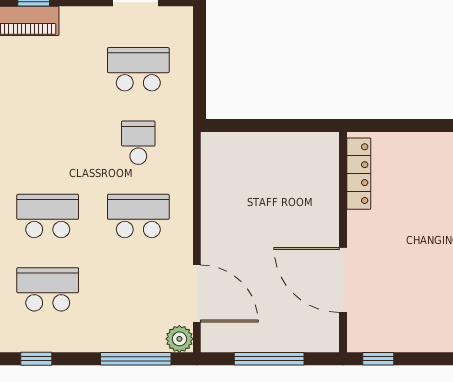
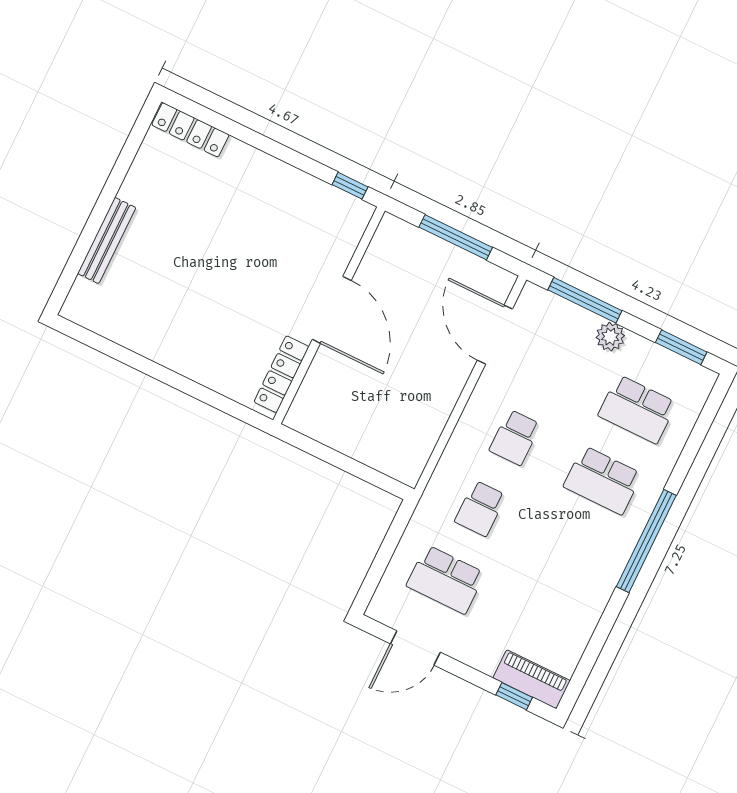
school desk: (138, 216) -> (515, 437), width x0.54
door: (343, 280) -> (332, 310), moved
plant: (179, 339) -> (610, 337), moved
window: (36, 359) -> (681, 347), width x1.50

